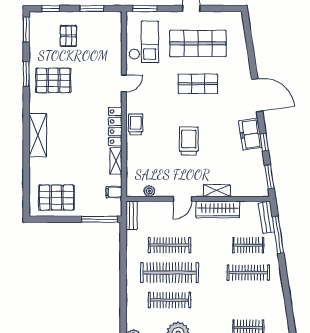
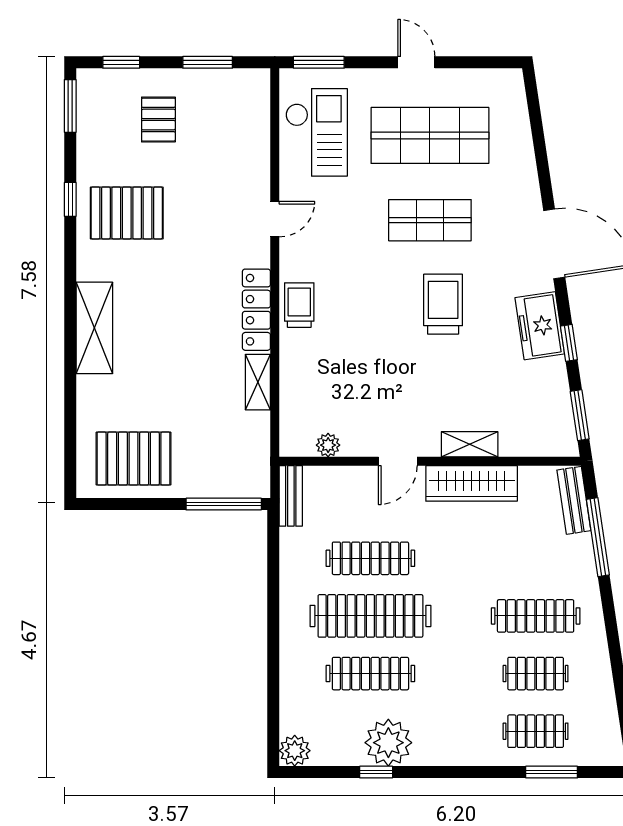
window: (26, 74) -> (70, 199), width x0.67
trolley: (189, 141) -> (443, 304), moved
filing cabinet: (114, 192) -> (254, 447), removed
clothes rail: (248, 245) -> (536, 674), moved

